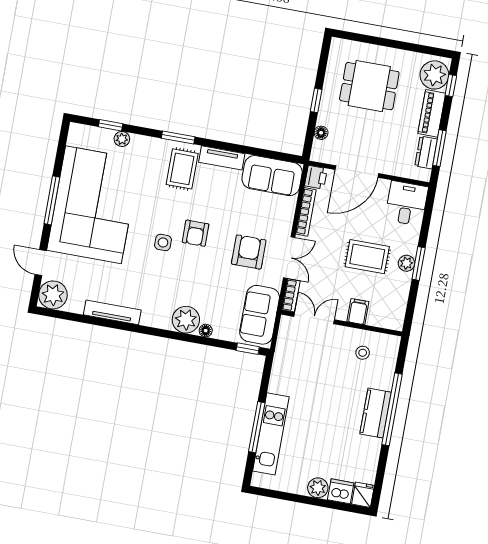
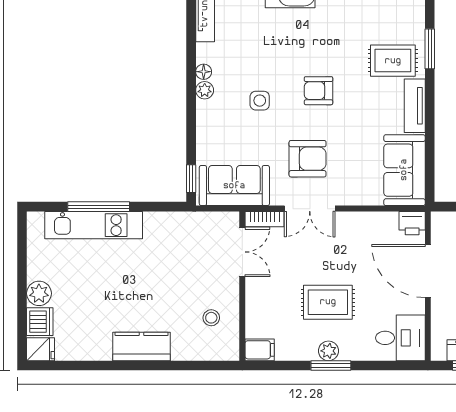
bookcase: (306, 212) -> (368, 219), removed
side table: (163, 242) -> (260, 101), moved
rug: (367, 257) -> (328, 302), turned 90
filing cabinet: (358, 312) -> (260, 350), moved
plant: (186, 320) -> (205, 90), width x0.53, depth x0.53
floor lamp: (206, 331) -> (204, 72), moved
window: (392, 409) -> (150, 365), removed

